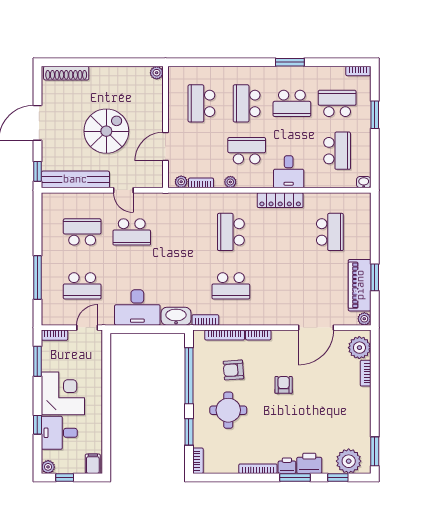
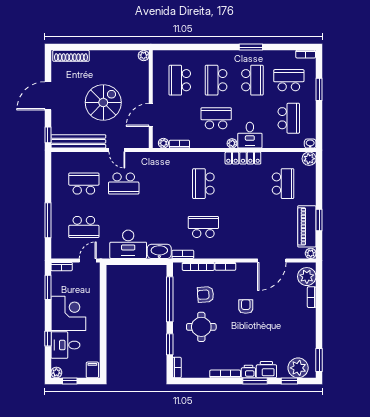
school desk: (292, 103) -> (252, 80), turned -90
plant: (230, 182) -> (232, 143), moved
plant: (362, 201) -> (309, 159), added
school desk: (231, 286) -> (203, 227), turned 180

